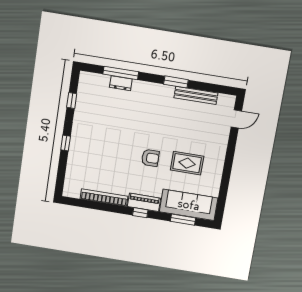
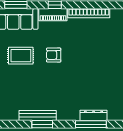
dresser: (121, 83) -> (94, 115), width x1.44
bench: (196, 95) -> (38, 115), moved

